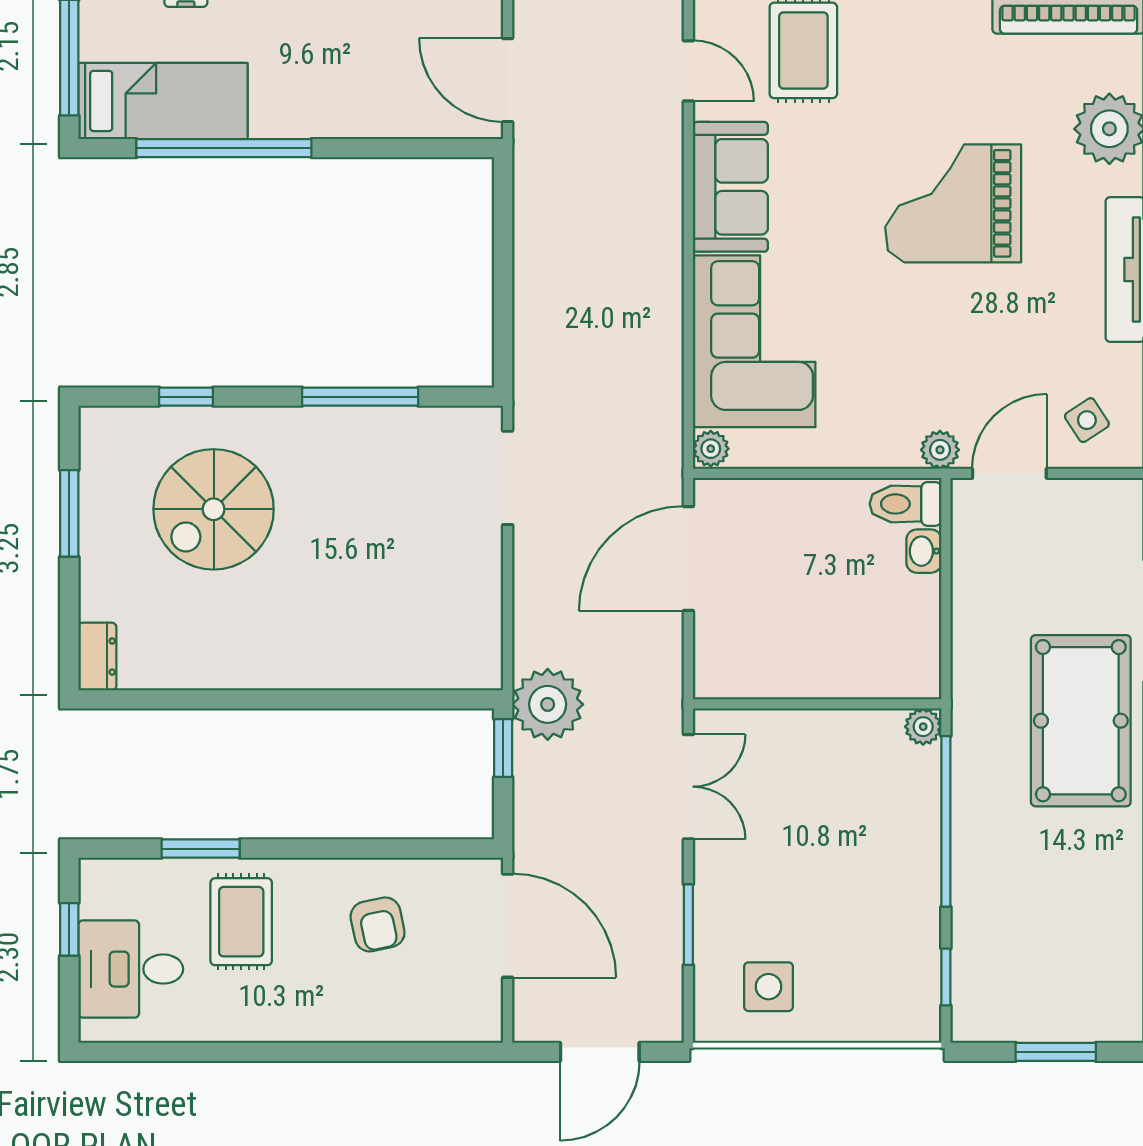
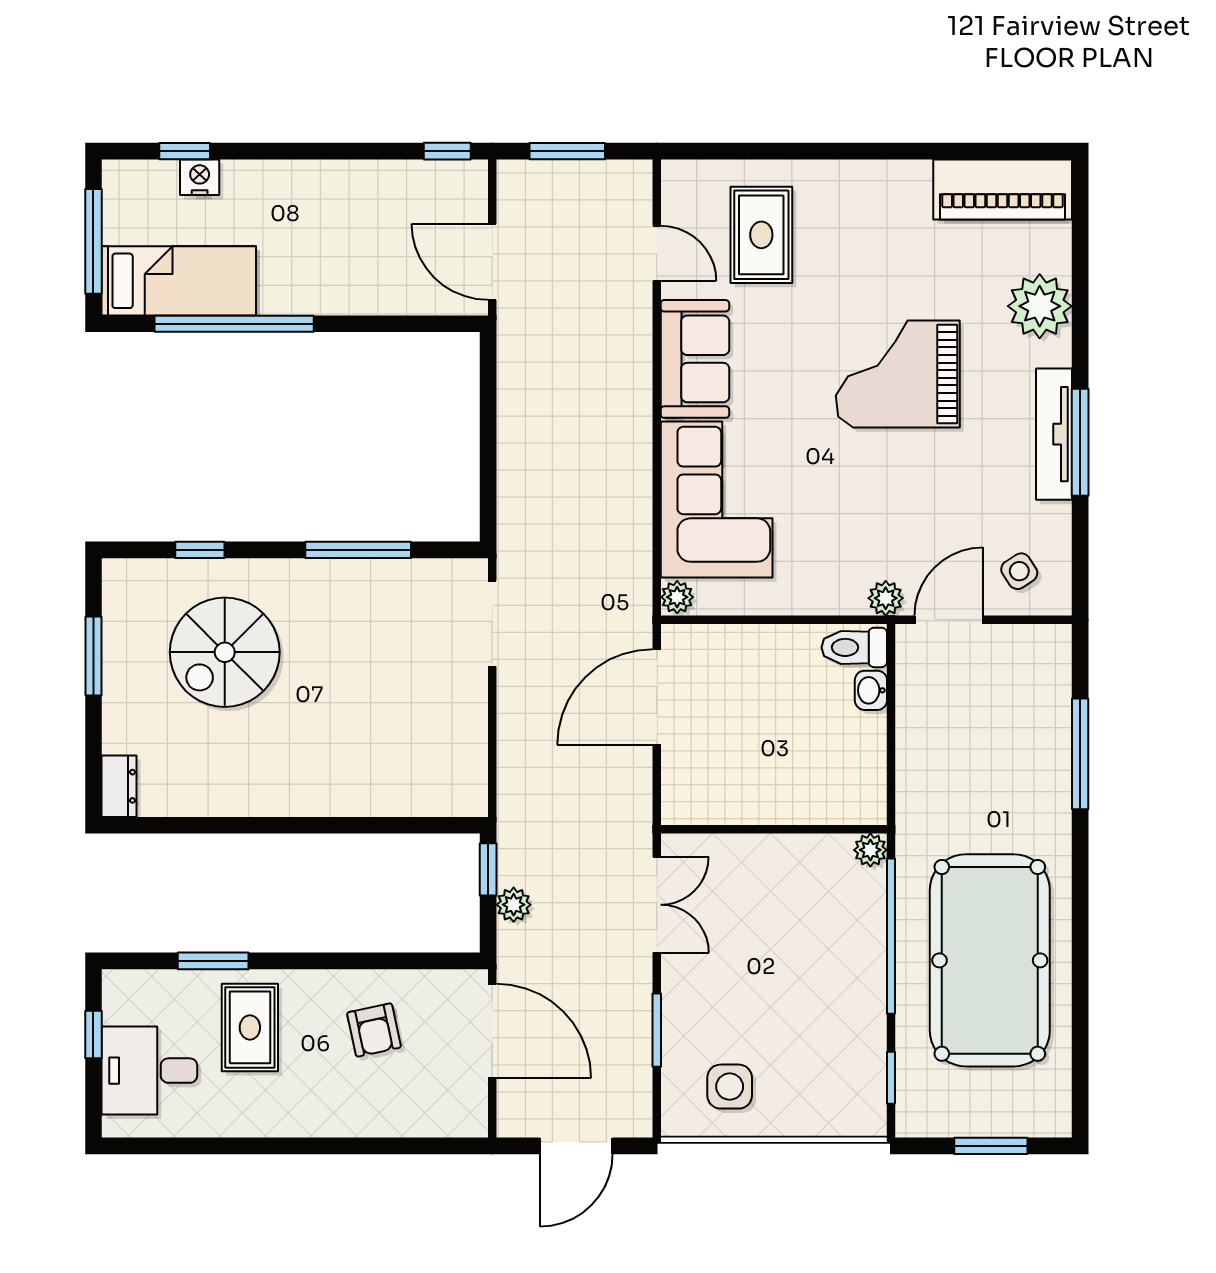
plant: (548, 704) -> (514, 905), moved, width x0.53, depth x0.53
pool table: (1081, 721) -> (990, 960), moved, width x1.36, depth x1.32

